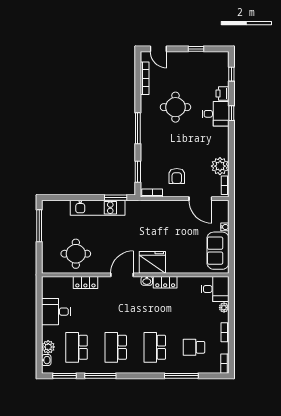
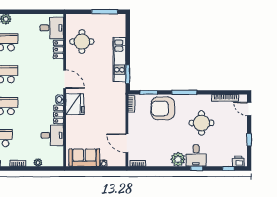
door: (158, 49) -> (249, 109), hinge flipped
printer: (222, 94) -> (238, 161), moved
plant: (220, 166) -> (178, 159), moved
armchair: (177, 176) -> (163, 108), moved, width x1.88, depth x1.88
door: (200, 199) -> (127, 143), hinge flipped
desk: (215, 289) -> (52, 135), moved, turned -90
desk: (56, 312) -> (52, 28), moved, turned 90

